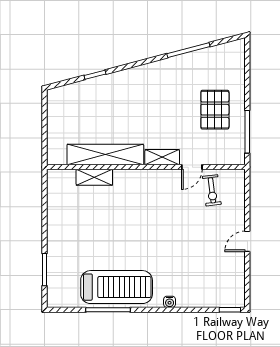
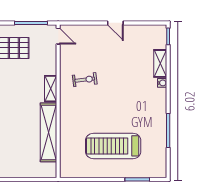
door: (192, 167) -> (58, 36), moved
shelving: (94, 177) -> (160, 63), moved
exercise bike: (212, 190) -> (85, 80), moved
treadmill: (117, 287) -> (113, 146), moved, turned -90

